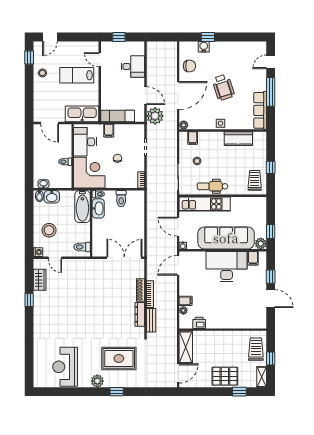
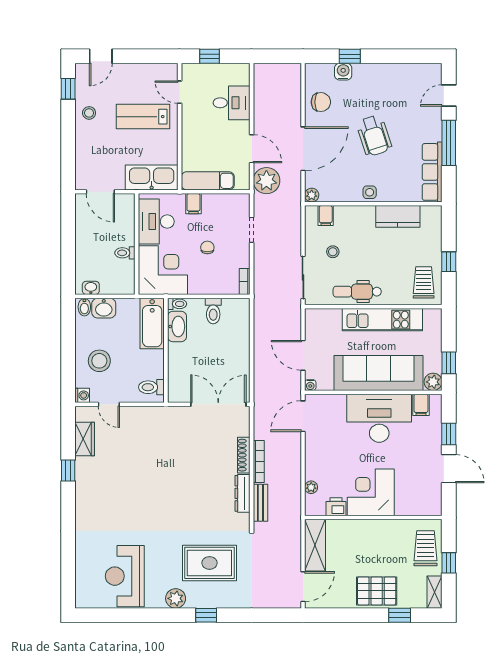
kitchen unit: (205, 204) -> (382, 320), moved
filing cabinet: (186, 301) -> (315, 472), removed
corner desk: (221, 314) -> (371, 492), added

